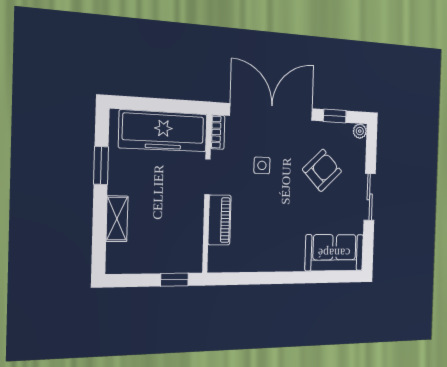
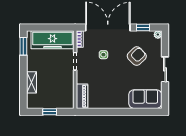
window: (101, 165) -> (23, 46), moved
piano: (219, 220) -> (82, 96), moved
window: (174, 280) -> (50, 112), moved

